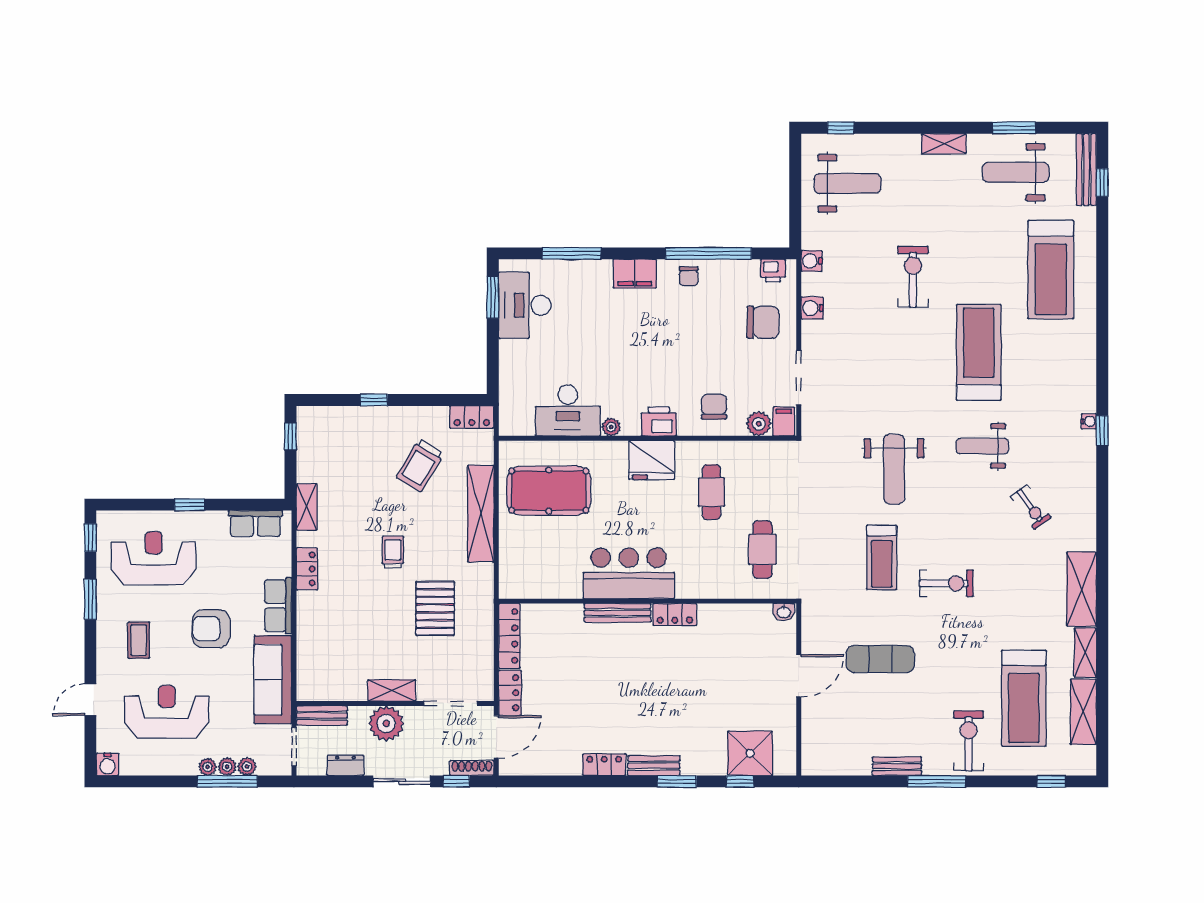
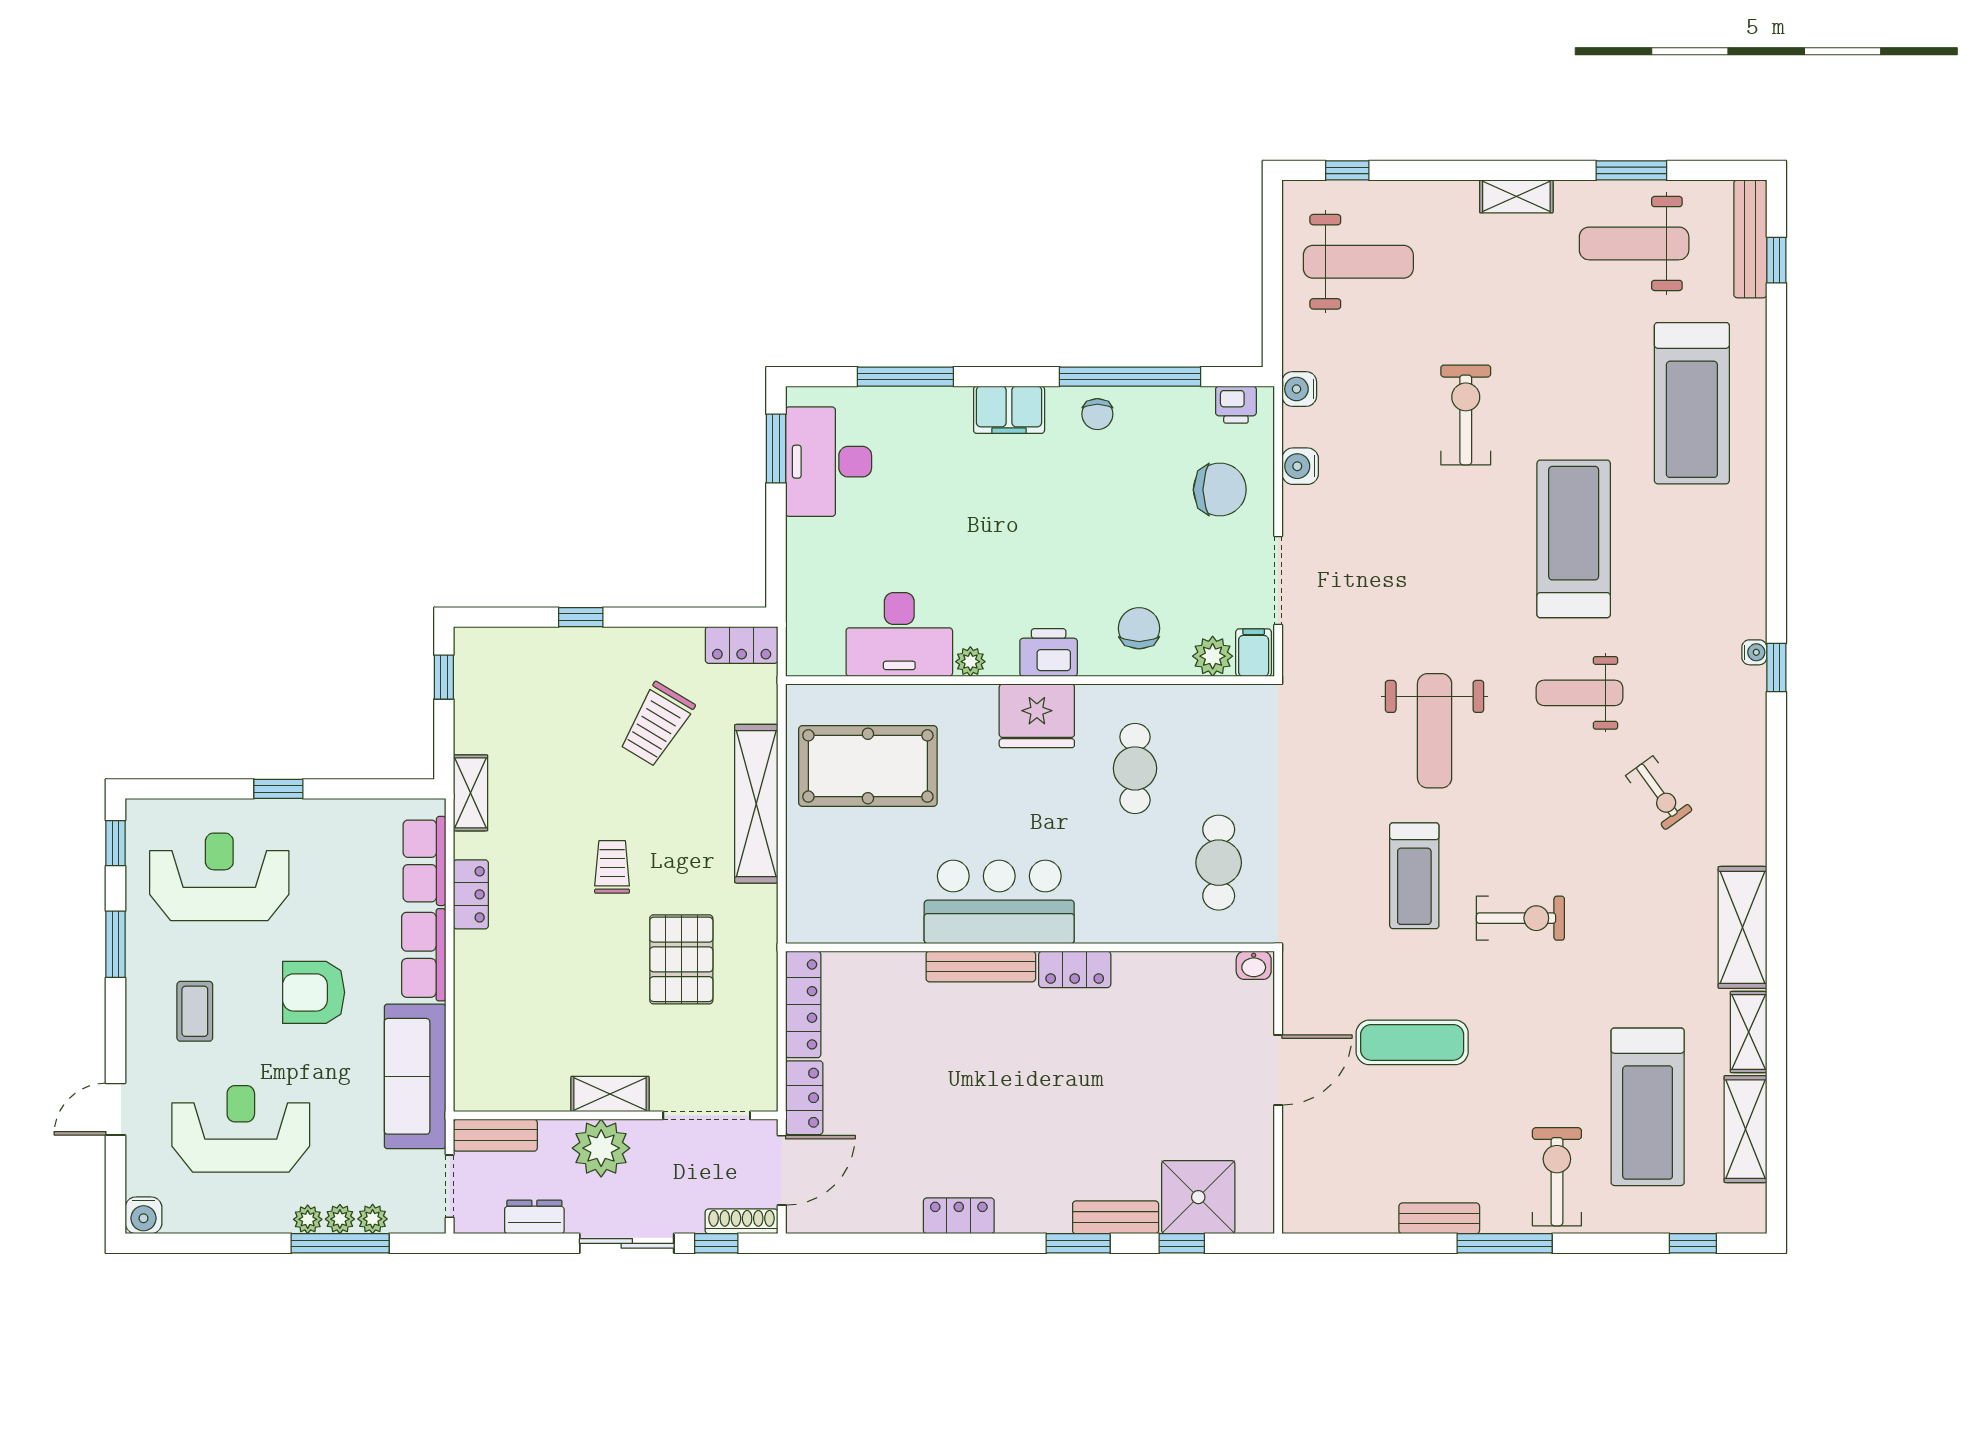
row of seats: (256, 523) -> (424, 861), moved, turned 90
bench: (654, 766) -> (1116, 1217), moved

